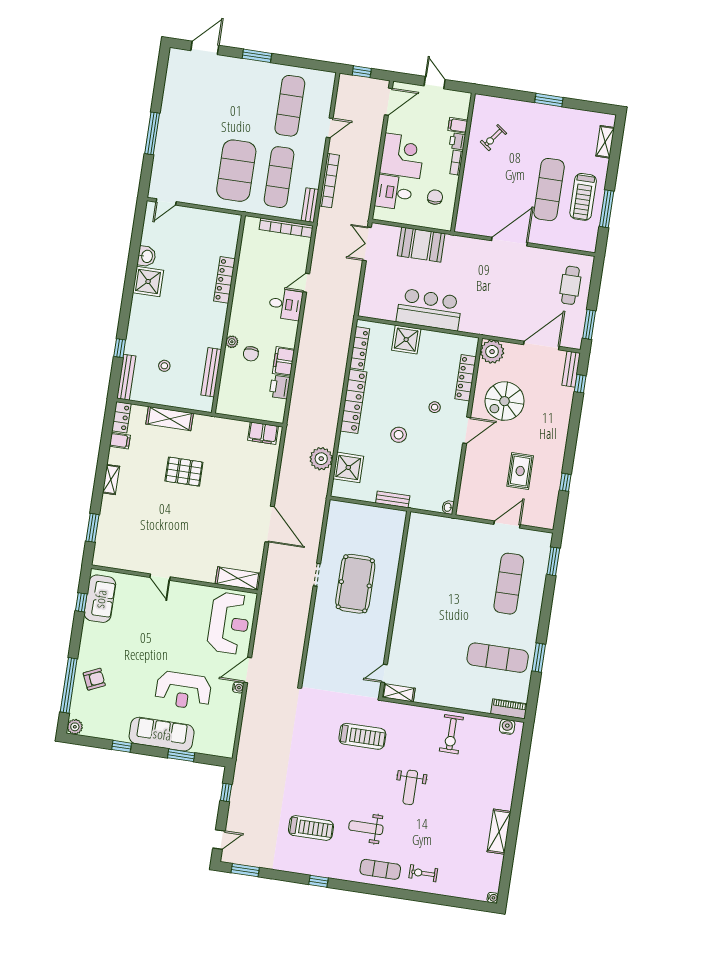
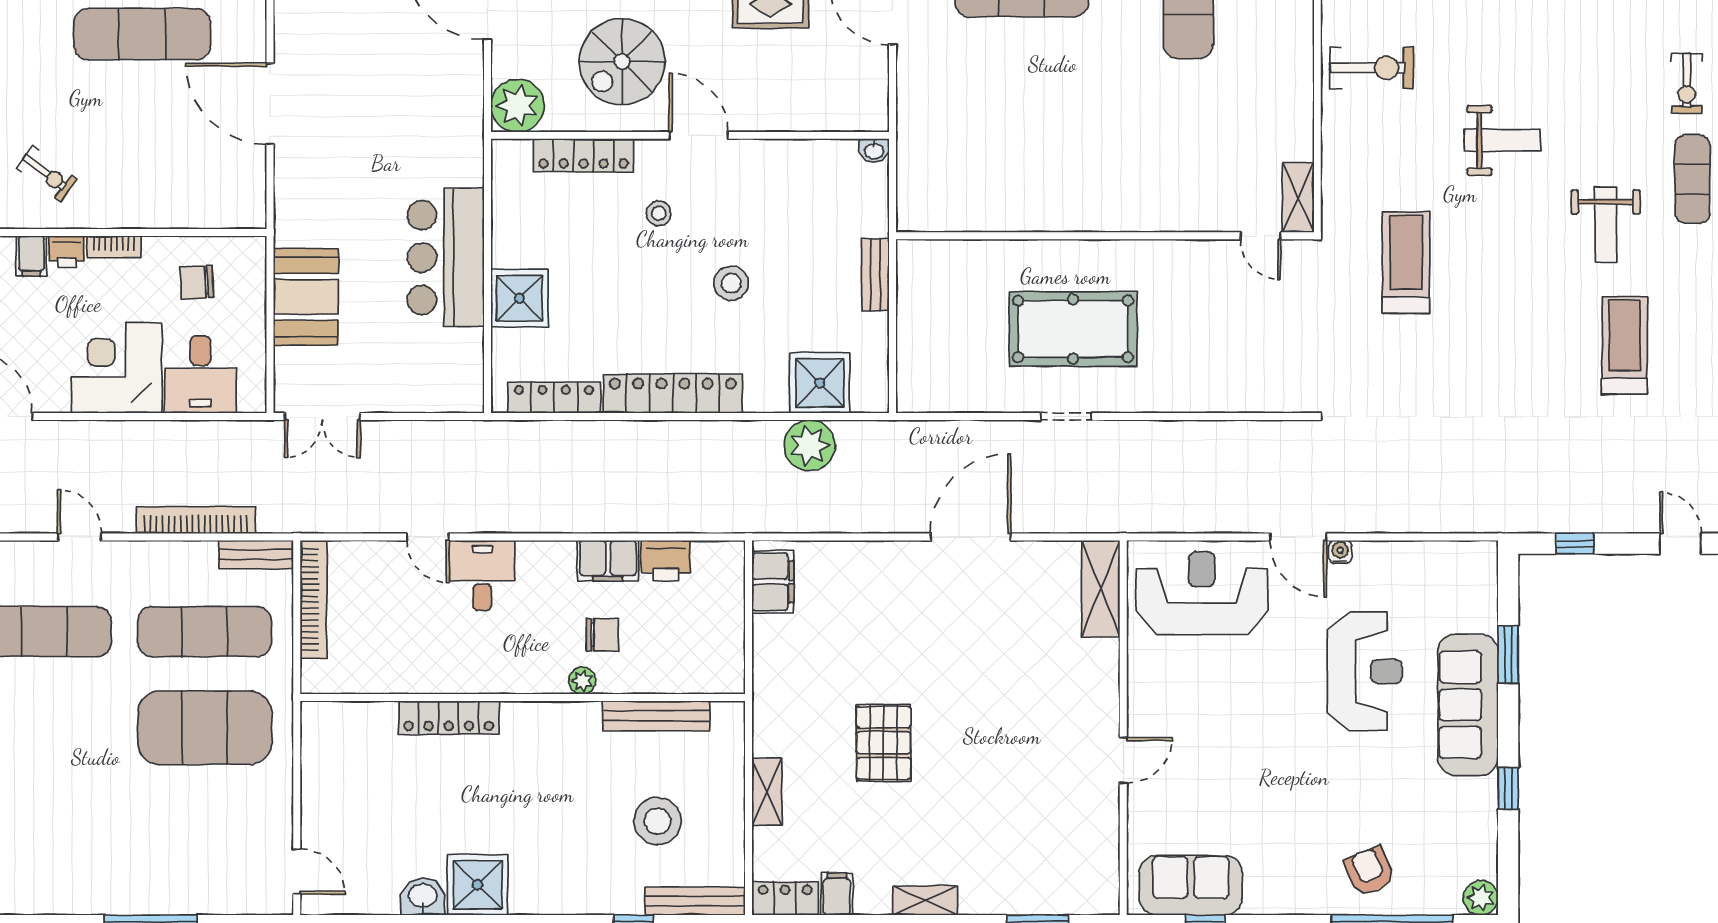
stool: (164, 366) -> (658, 821), width x1.89, depth x1.89
spiral stairs: (505, 401) -> (622, 62), turned 90
shelving: (170, 419) -> (767, 792), width x0.67, depth x0.75

